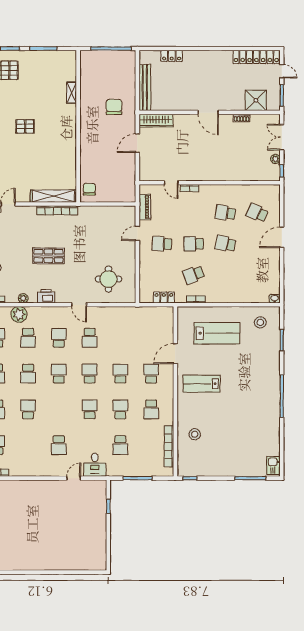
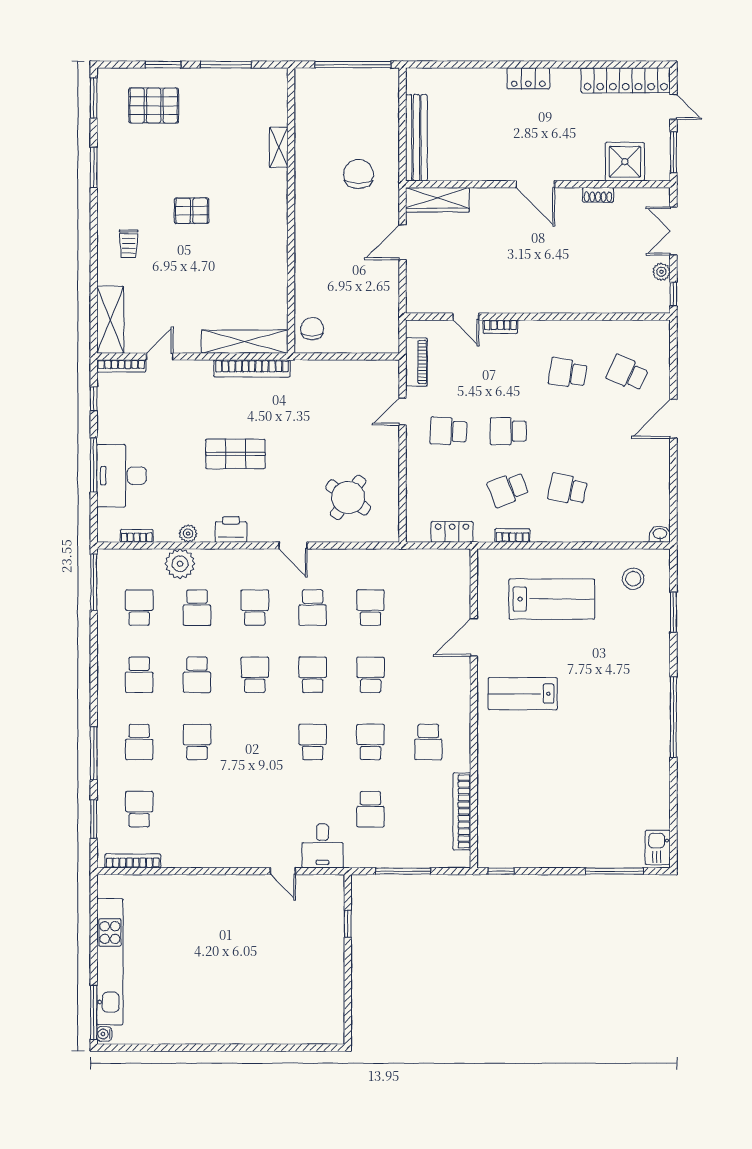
locker: (172, 56) -> (528, 78), moved
school desk: (225, 244) -> (568, 489), moved
round table: (108, 279) -> (348, 497), turned 35
school desk: (151, 374) -> (370, 608), moved
stool: (195, 434) -> (510, 789), removed
school desk: (59, 445) -> (255, 809), removed
door: (74, 478) -> (283, 871), swing flipped

